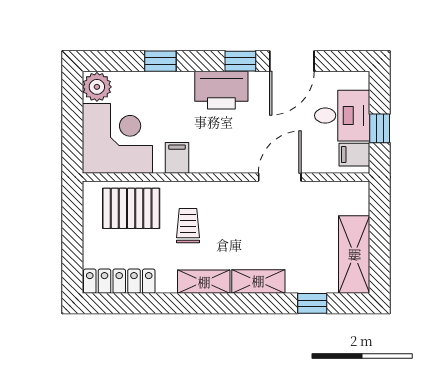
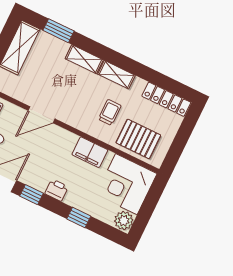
printer: (221, 90) -> (57, 190), width x0.53, depth x0.68
filing cabinet: (177, 158) -> (90, 152), width x2.00
trolley: (188, 226) -> (110, 112), turned 180
window: (312, 303) -> (58, 31), width x1.50

